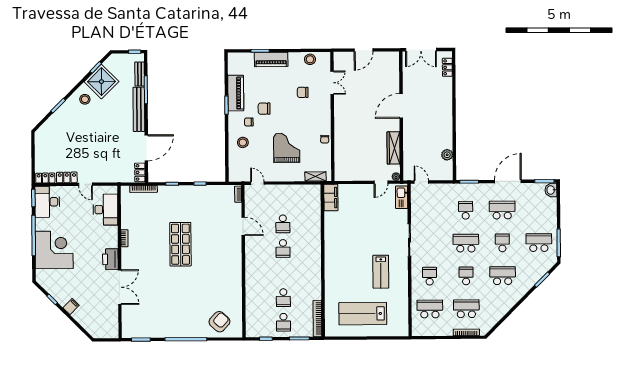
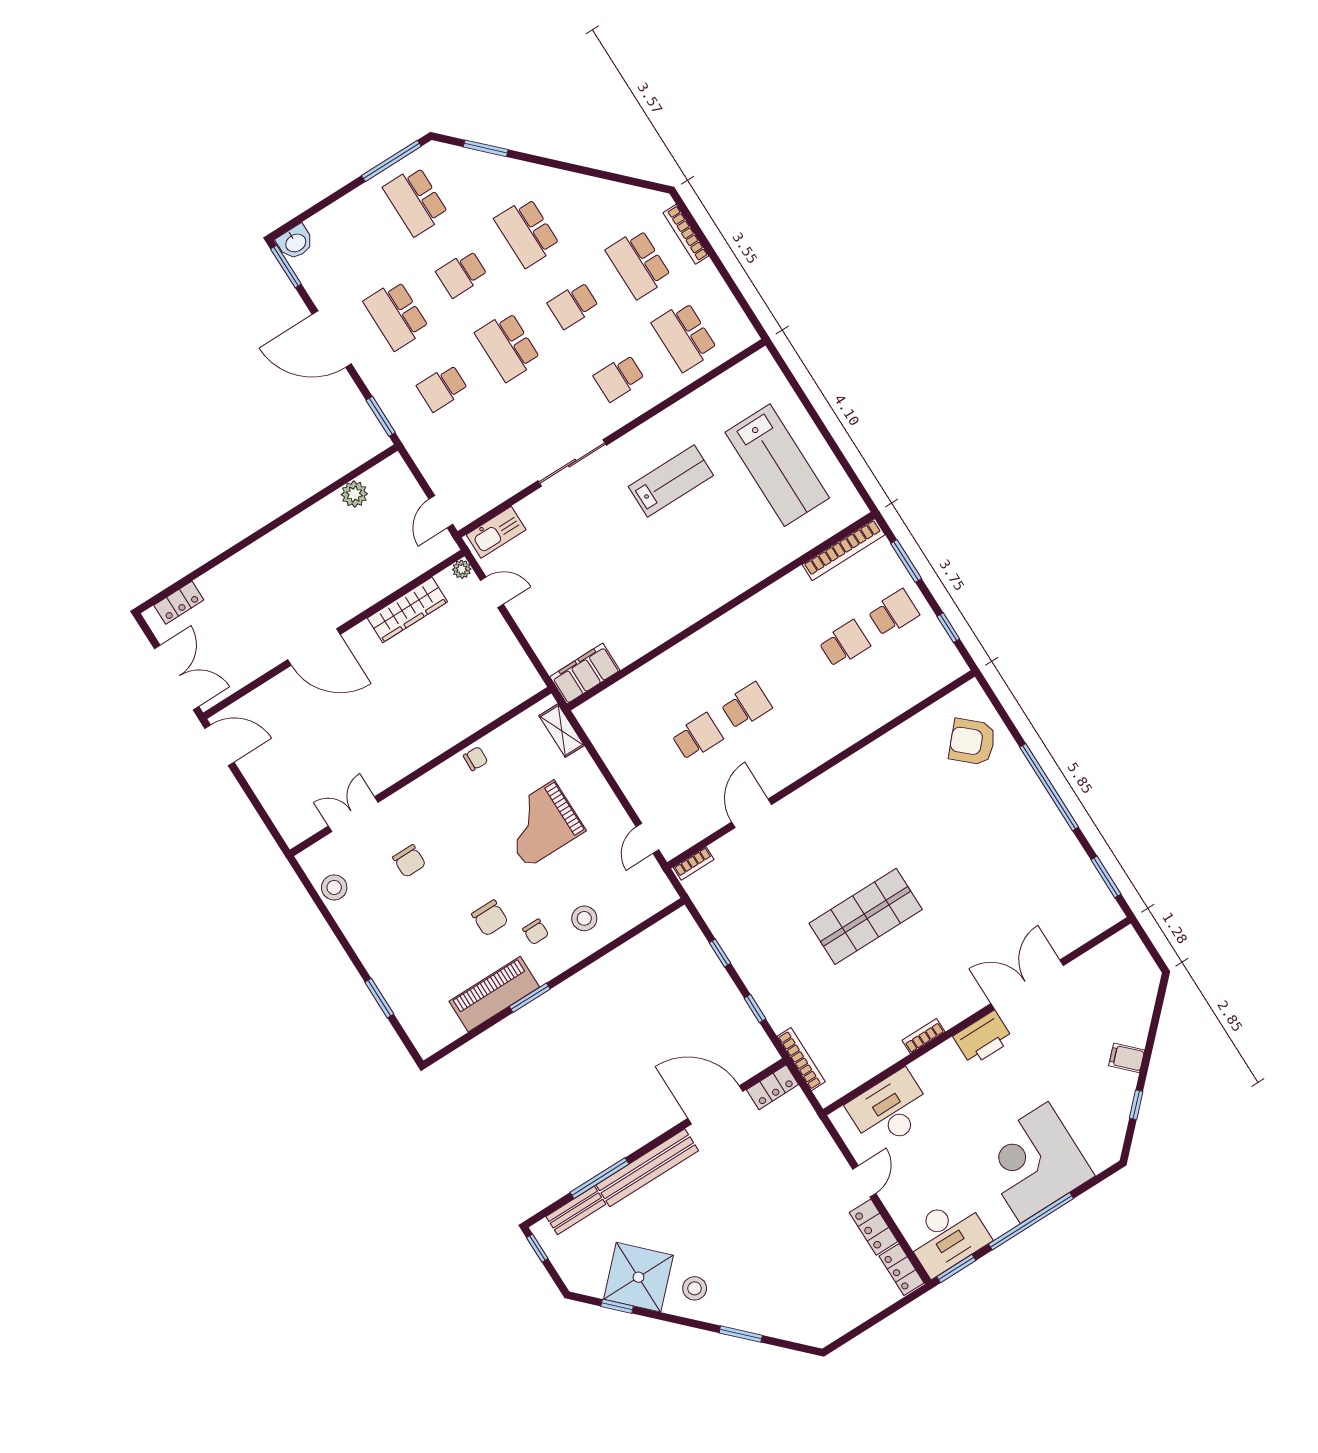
door: (364, 50) -> (219, 745), moved
piano: (271, 60) -> (383, 965), removed

